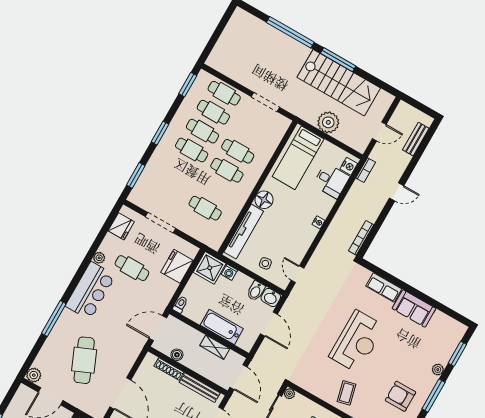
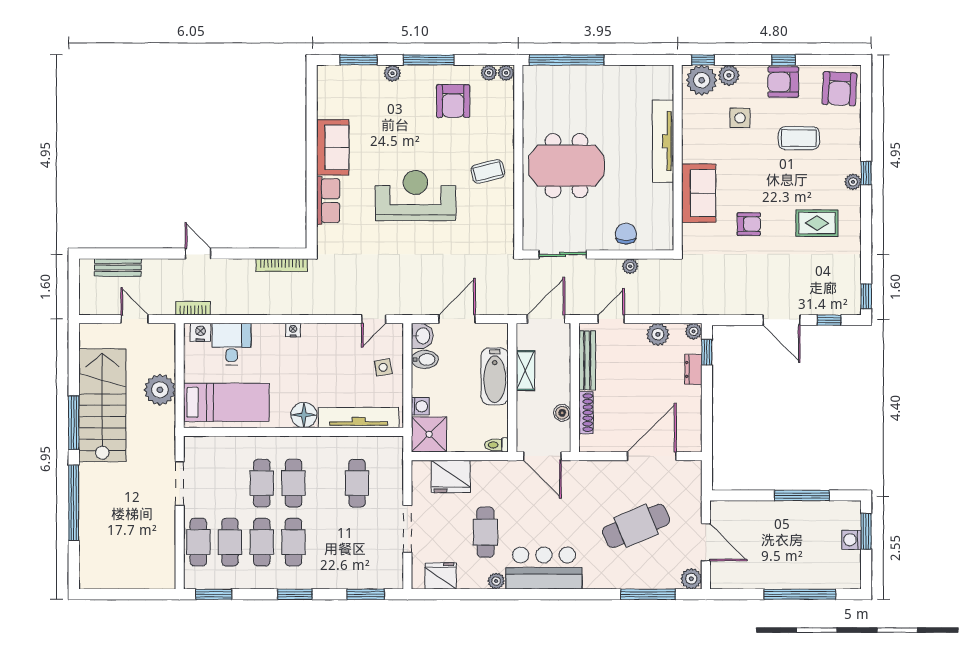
window: (54, 318) -> (648, 594), moved
plant: (289, 394) -> (530, 243), removed

